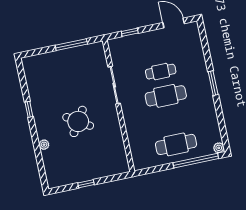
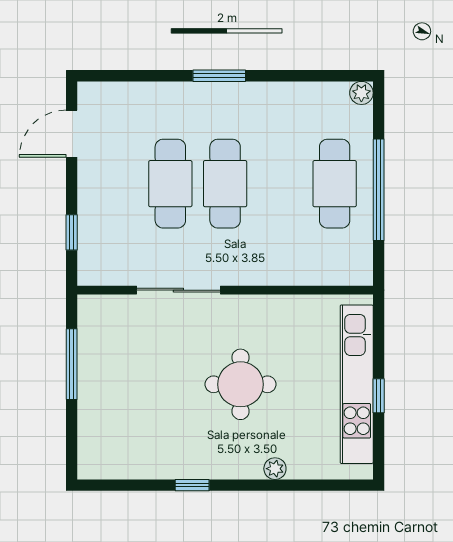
cafe table: (161, 72) -> (170, 184), width x1.37, depth x1.35
round table: (78, 121) -> (241, 384), turned -32
window: (196, 161) -> (379, 190), moved
kitchen unit: (89, 173) -> (357, 384), added

